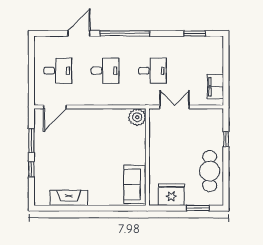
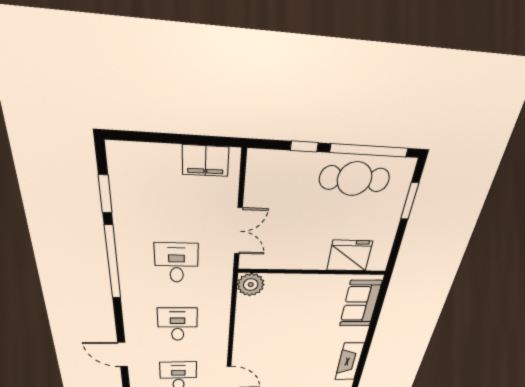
window: (125, 33) -> (113, 263), moved
double door: (175, 107) -> (238, 231), swing flipped
window: (226, 176) -> (369, 150), added
sofa: (135, 184) -> (360, 304), moved, turned 90
fridge: (171, 195) -> (350, 256), moved, turned 90

